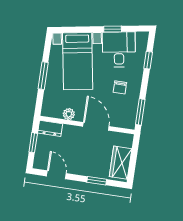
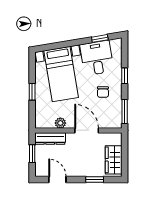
window: (113, 29) -> (100, 38), moved
window: (148, 60) -> (125, 76), moved
window: (43, 76) -> (32, 92), width x0.67
dresser: (50, 128) -> (50, 139), width x1.44

